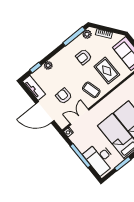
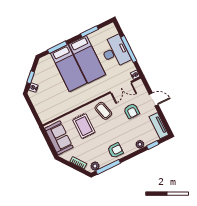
armchair: (84, 57) -> (115, 150), moved
door: (45, 112) -> (154, 99), width x0.53
desk: (100, 158) -> (115, 52), moved

